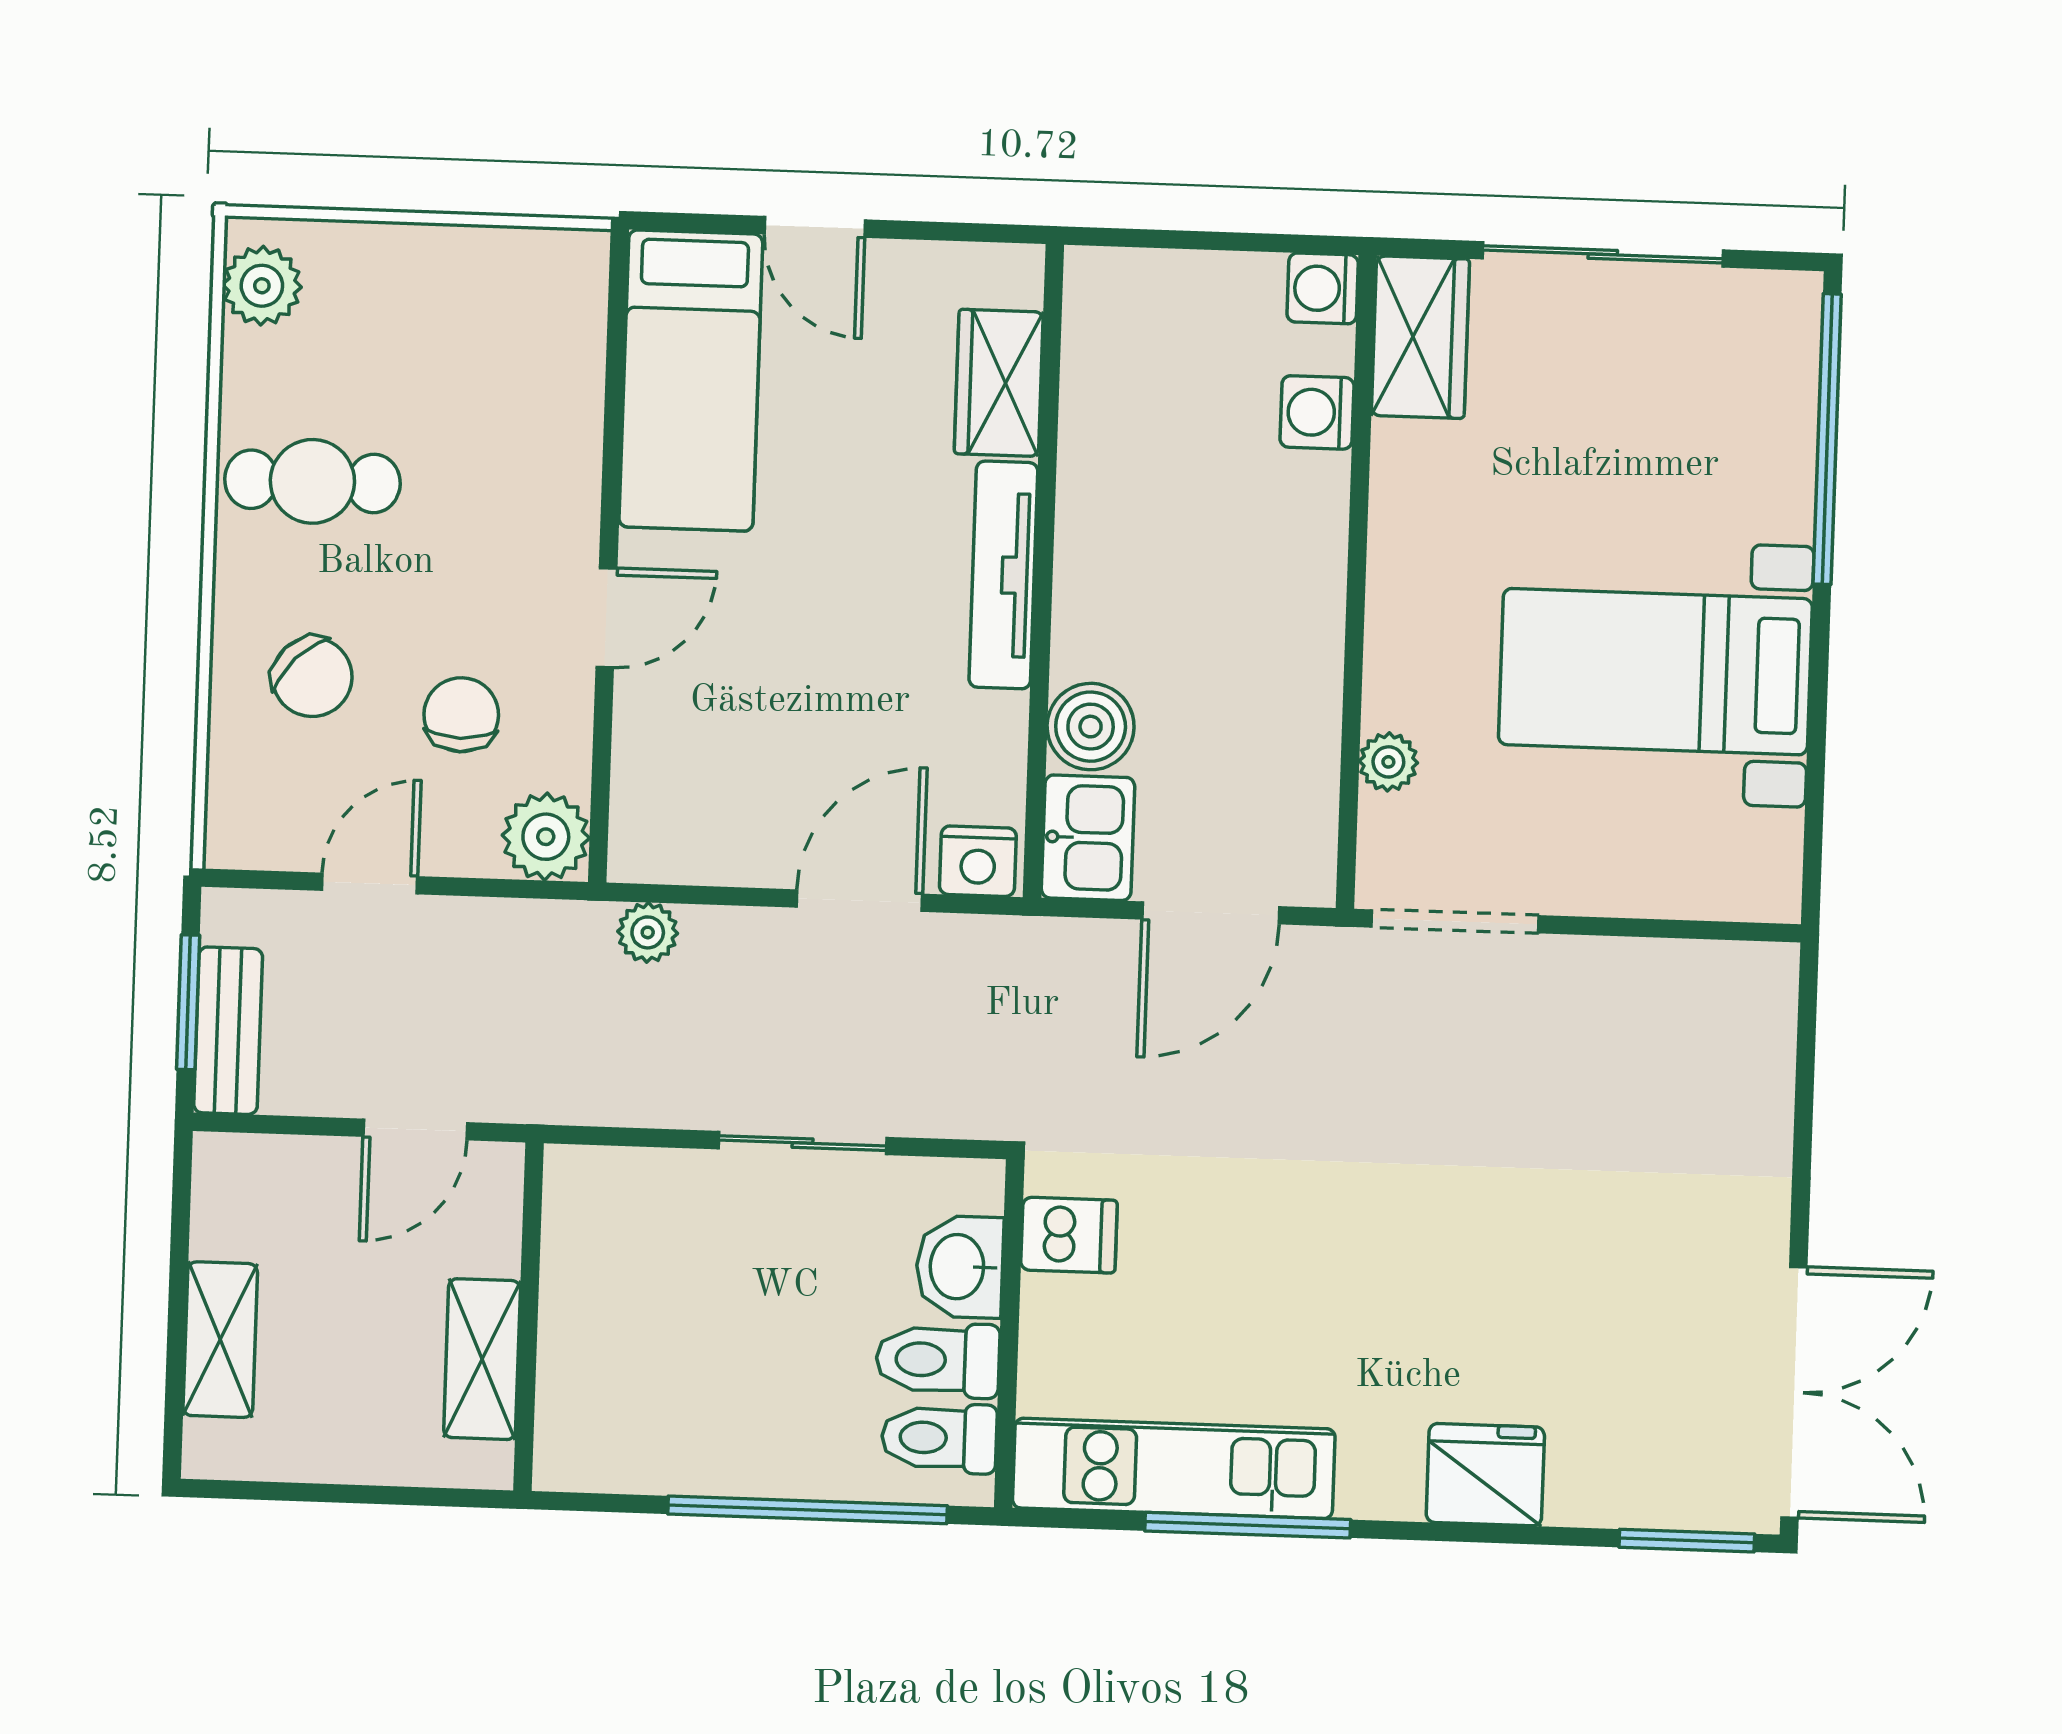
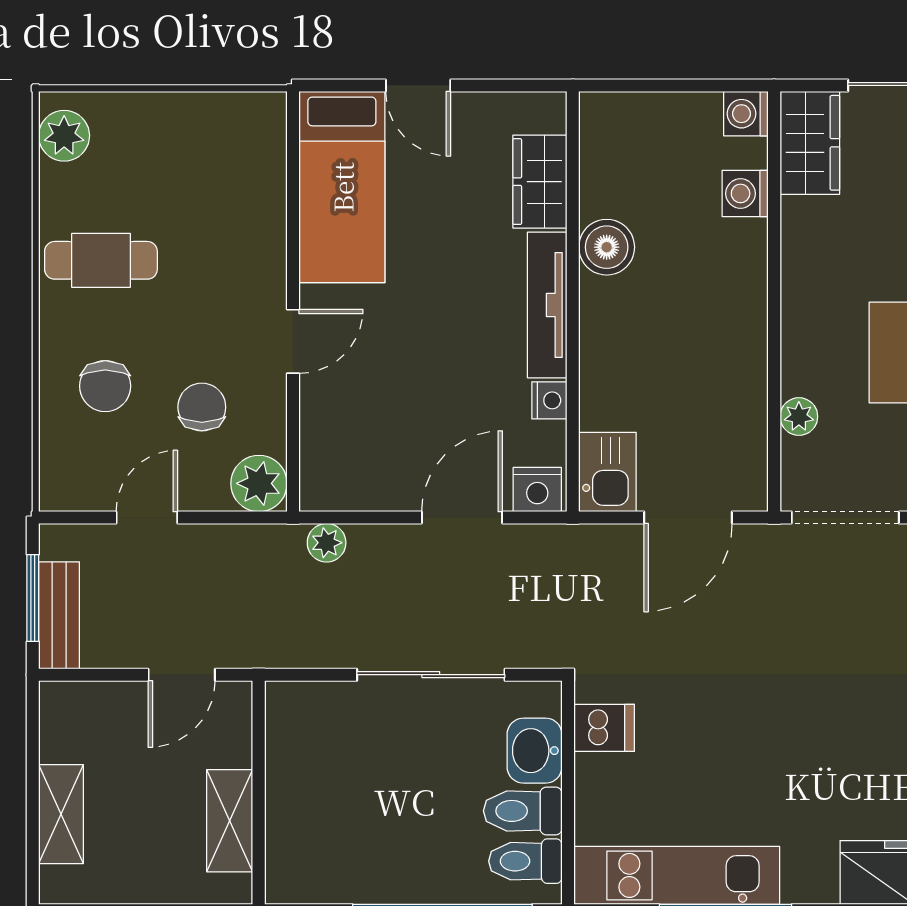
chair: (312, 677) -> (105, 386), turned 45
nightstand: (1002, 723) -> (549, 400), added
boiler: (1091, 727) -> (607, 247), moved
sliding door: (803, 1143) -> (431, 675), width x1.37

